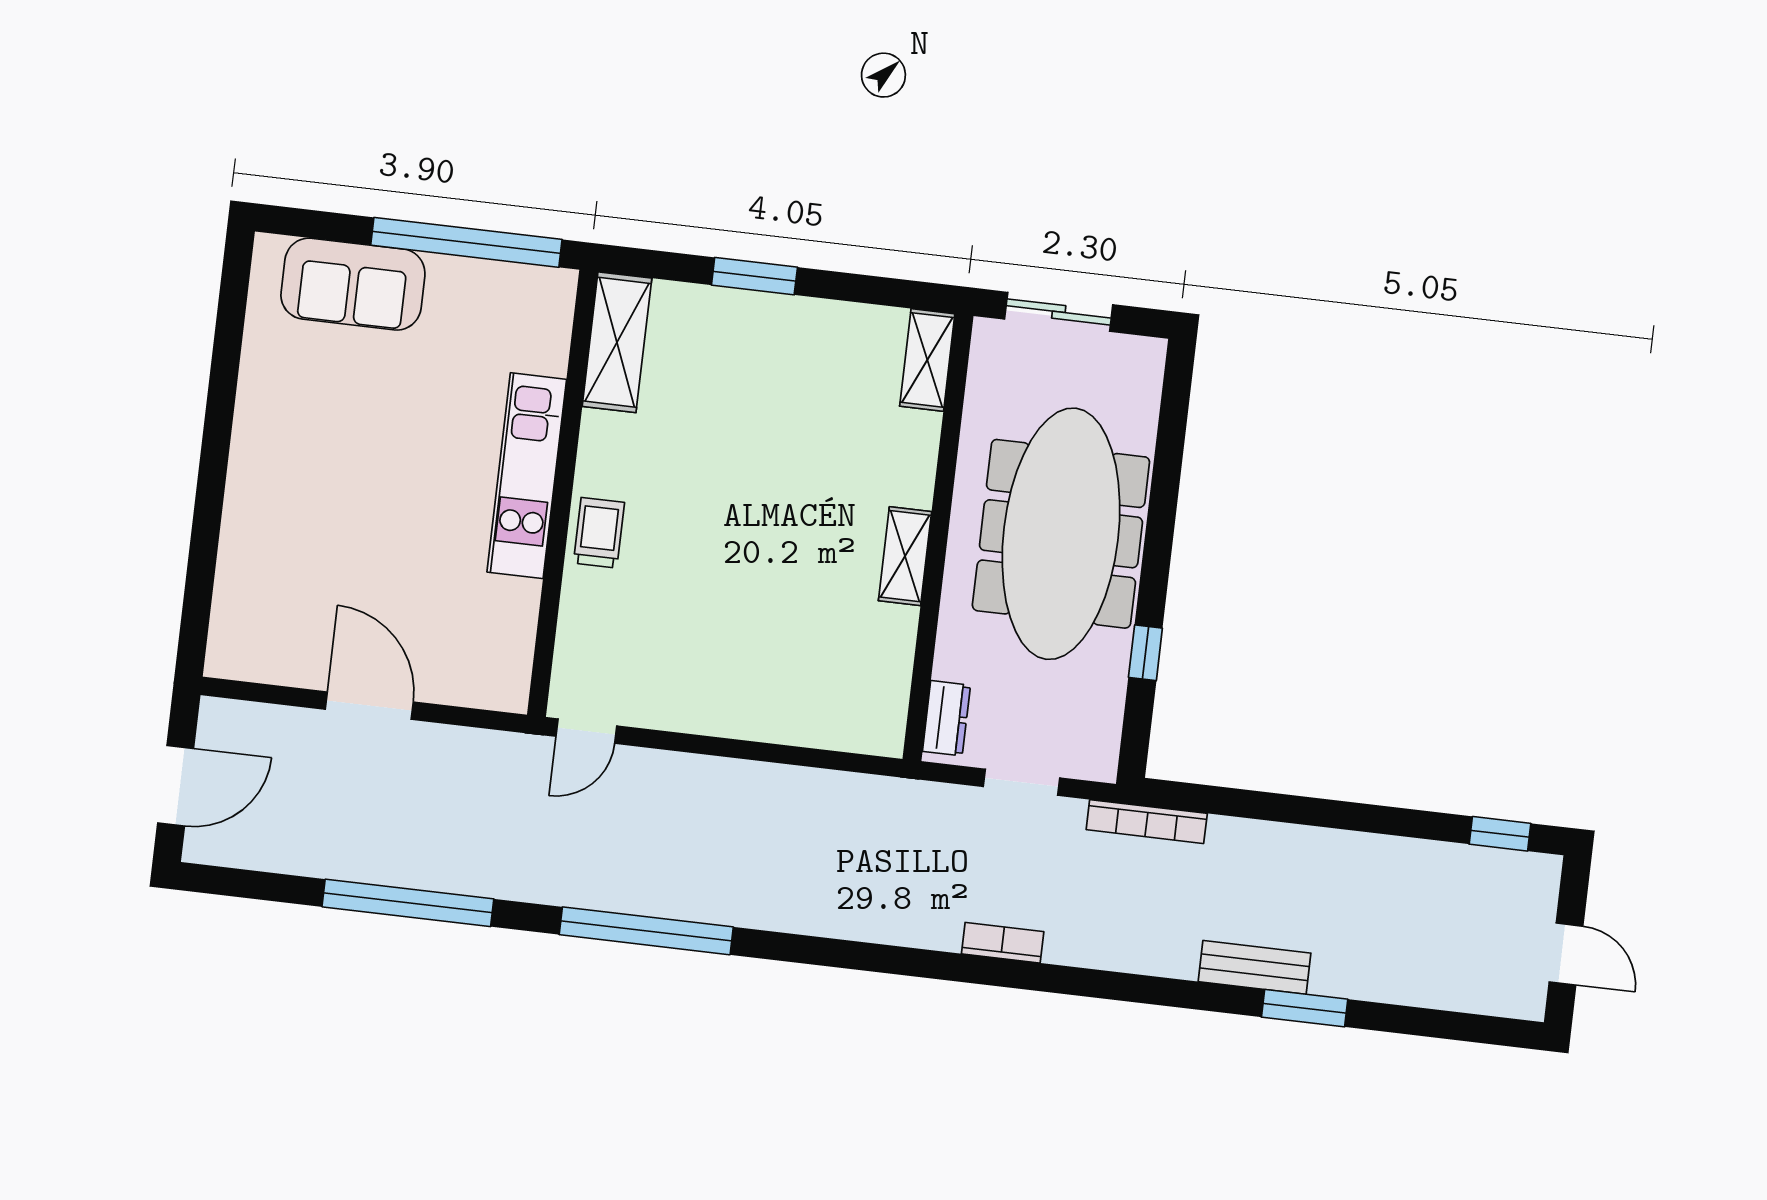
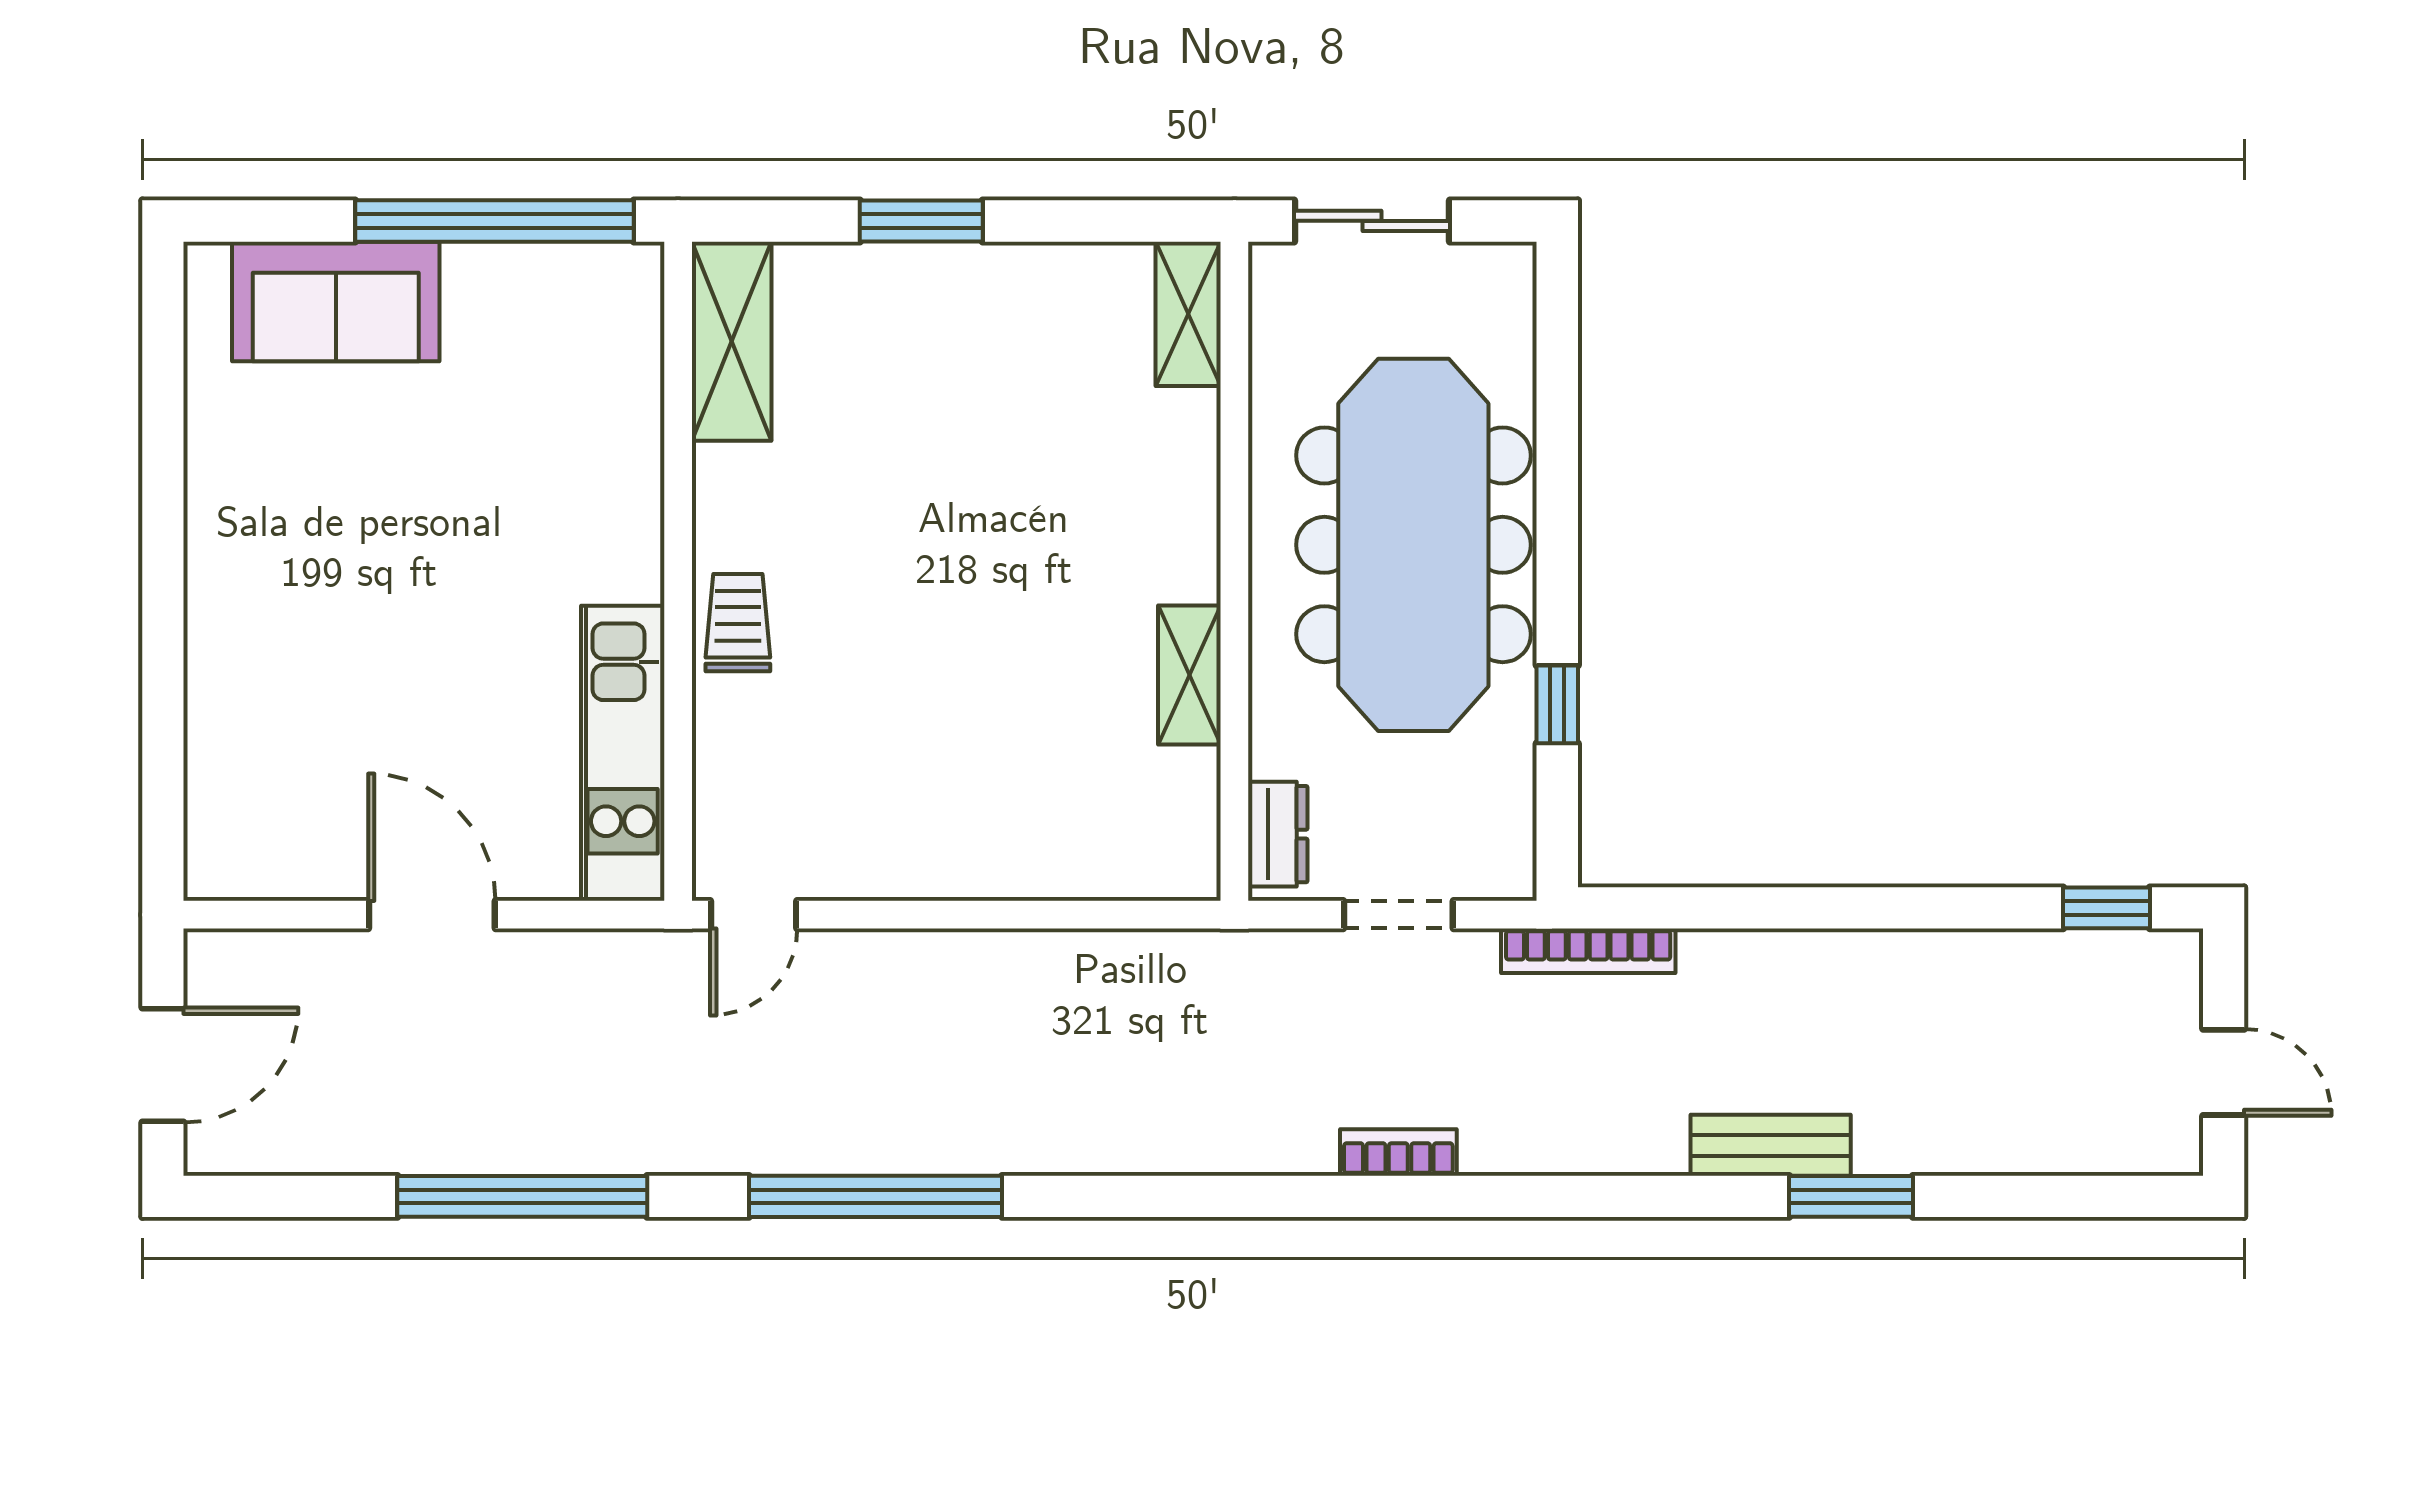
kitchen unit: (527, 476) -> (623, 753), moved
shelving: (905, 556) -> (1189, 675), moved

